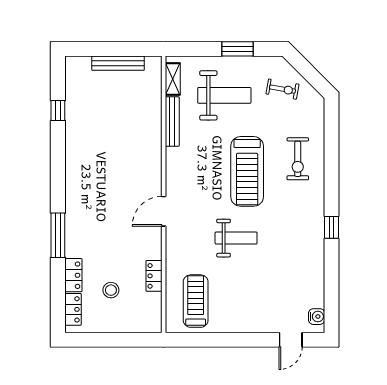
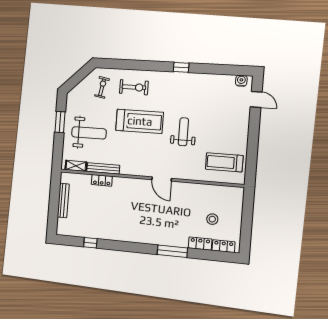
exercise bike: (283, 89) -> (102, 87), moved
weight bench: (224, 95) -> (89, 133), turned 90
locker: (154, 276) -> (102, 180), moved

